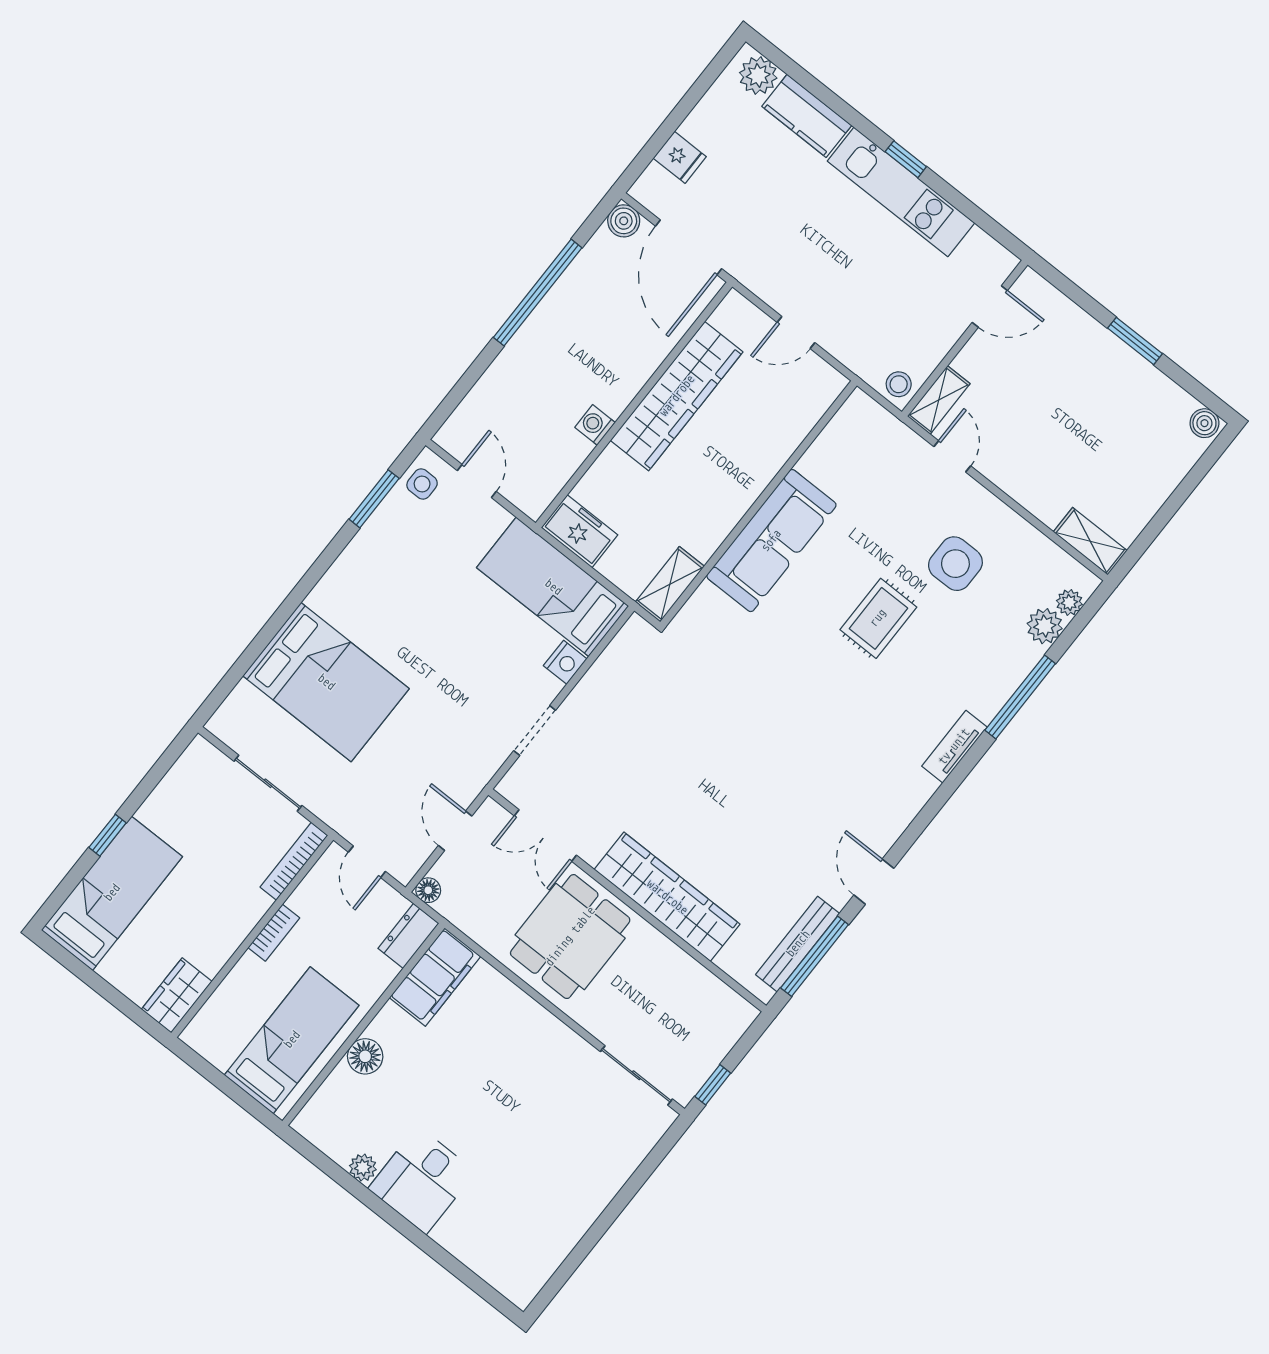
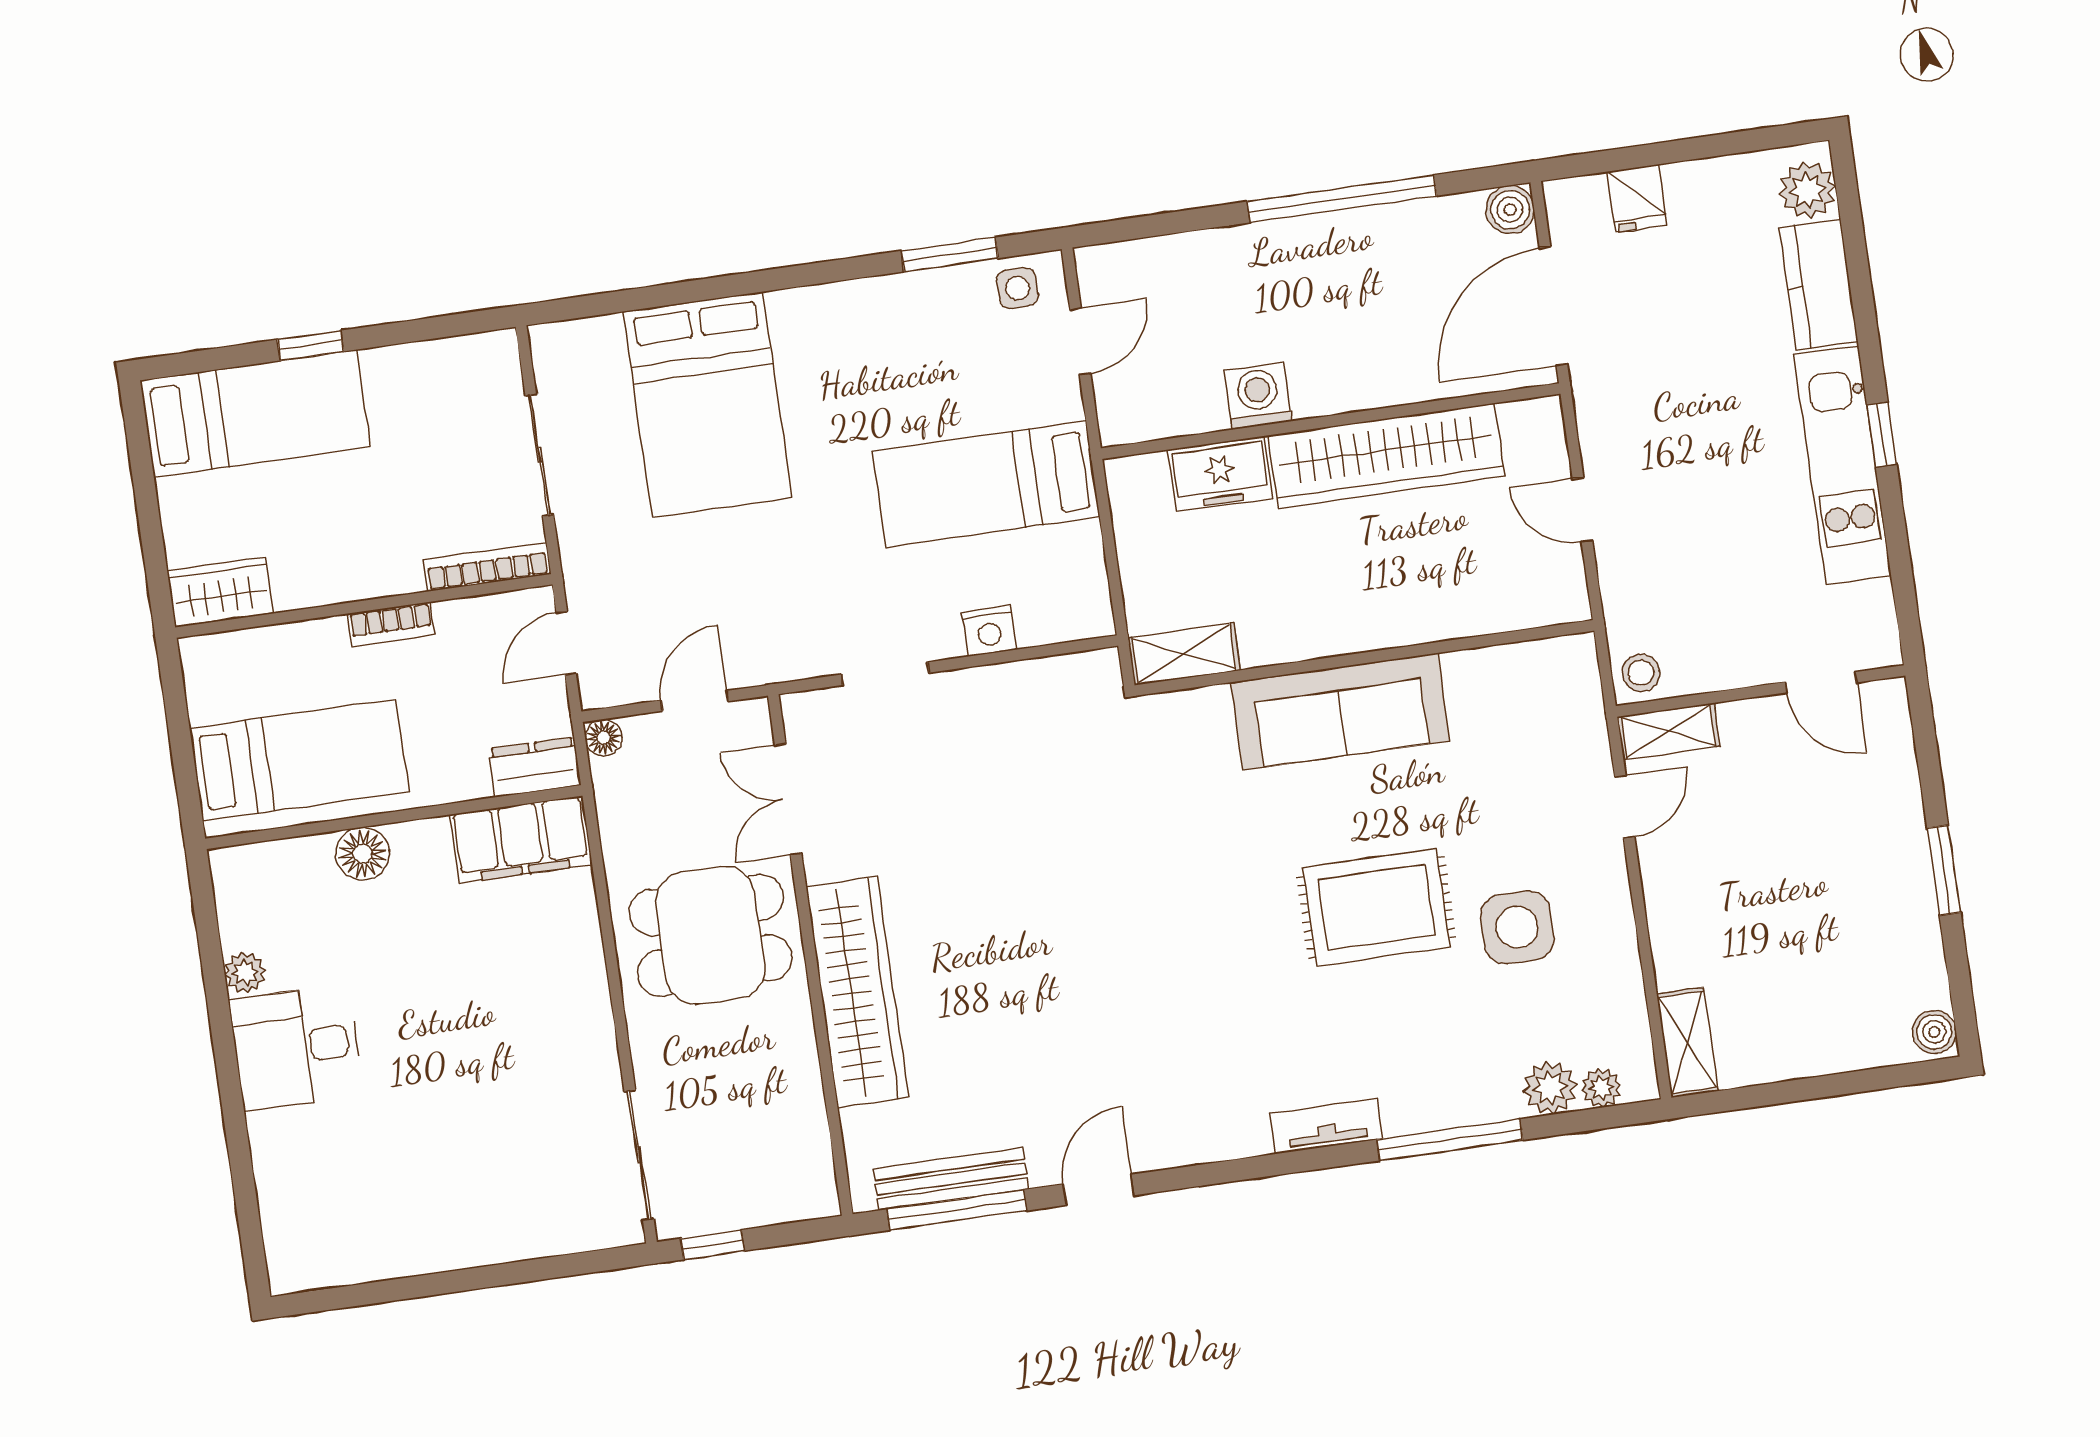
washing machine: (595, 425) -> (1258, 396), width x1.38, depth x1.38
freezer: (579, 531) -> (1220, 474), moved, turned 90
bed: (553, 587) -> (986, 484), moved, turned -90
rug: (878, 618) -> (1376, 907), width x1.36, depth x1.43

